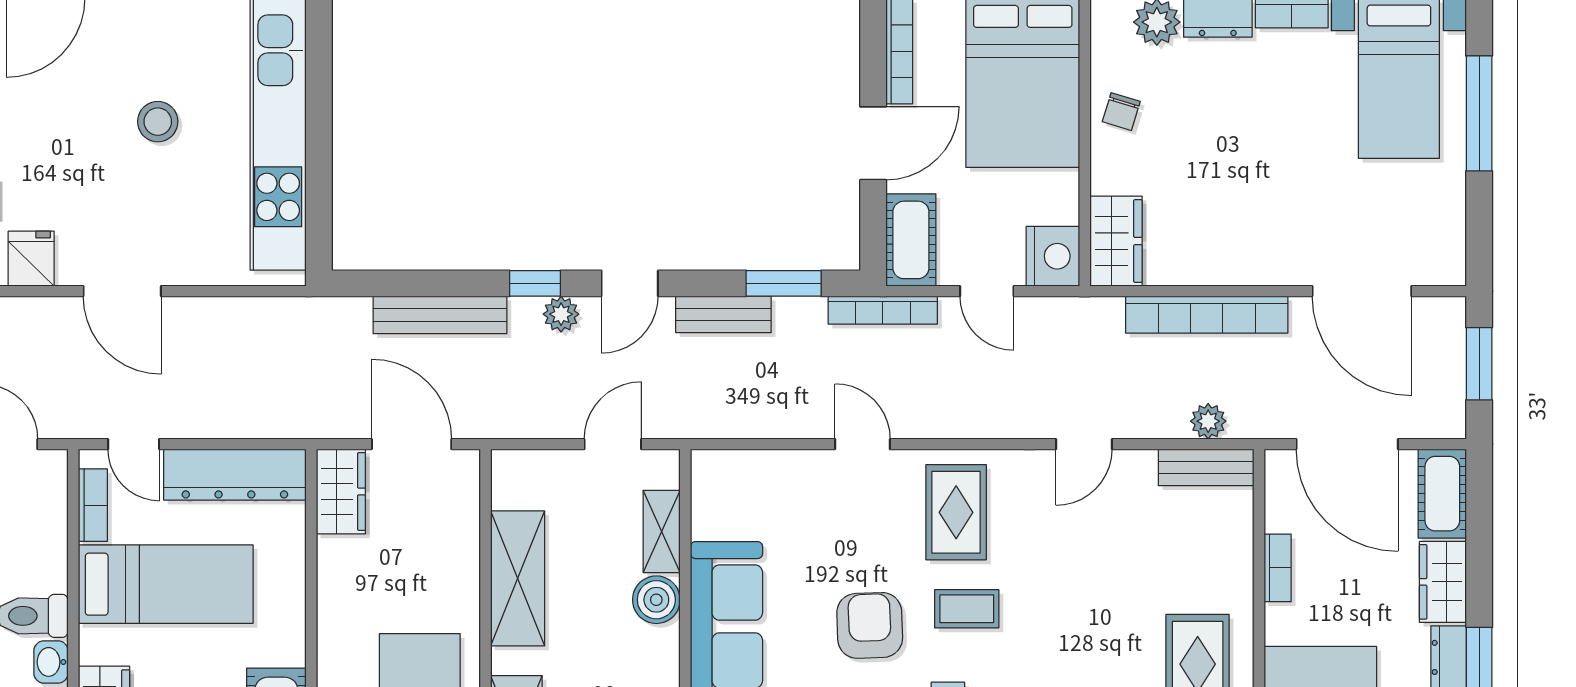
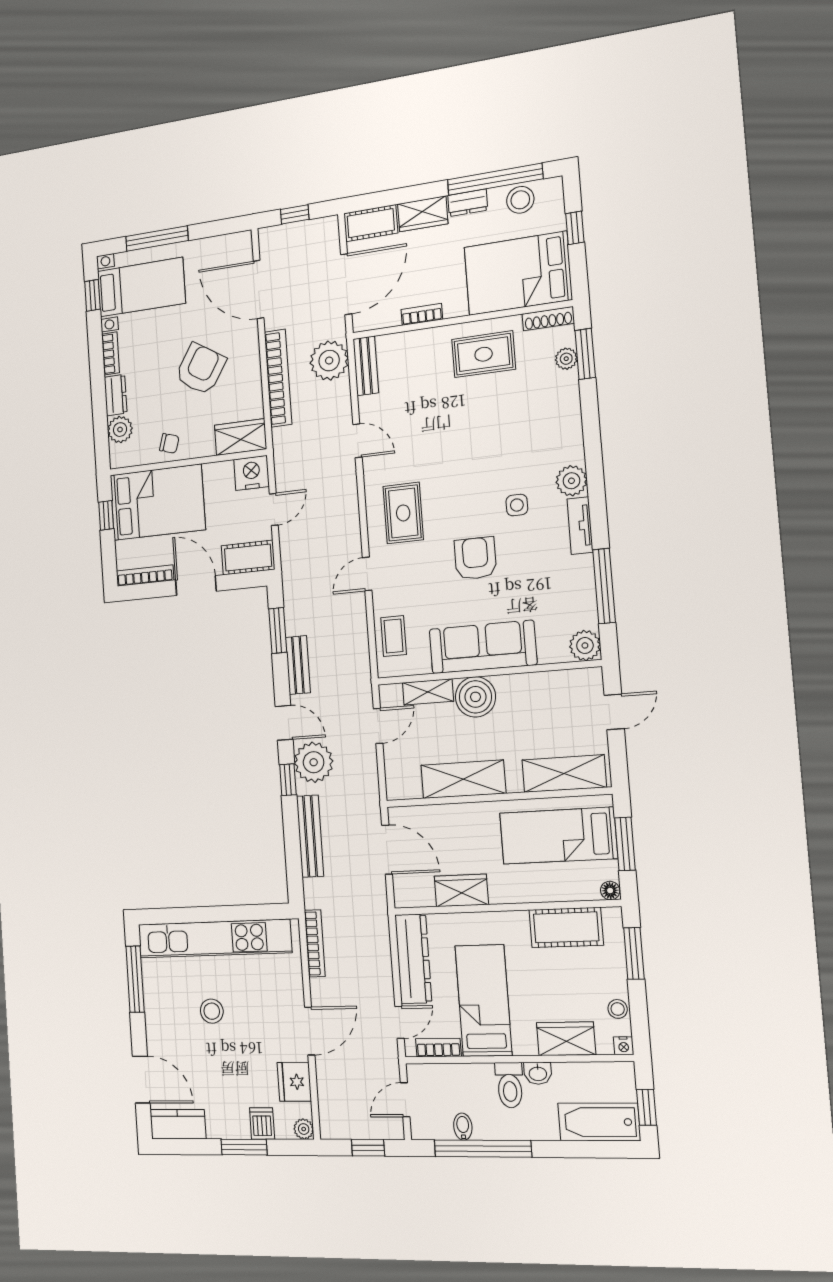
armchair: (1242, 178) -> (201, 369), added
fridge: (31, 259) -> (294, 1082), width x1.38
door: (1362, 291) -> (259, 289), swing flipped
bookcase: (883, 310) -> (315, 943), moved
plant: (561, 314) -> (314, 762), width x1.88, depth x1.88
window: (1479, 364) -> (295, 214), width x0.67
plant: (1208, 421) -> (329, 361), width x1.87, depth x1.87
door: (412, 444) -> (387, 850), swing flipped
door: (613, 444) -> (378, 726), swing flipped
wardrobe: (341, 491) -> (461, 890), moved
rug: (956, 512) -> (403, 513), turned 90
boiler: (656, 600) -> (475, 697), width x1.37, depth x1.37
coffee table: (967, 609) -> (394, 636), moved
armchair: (870, 625) -> (475, 558), turned 92

